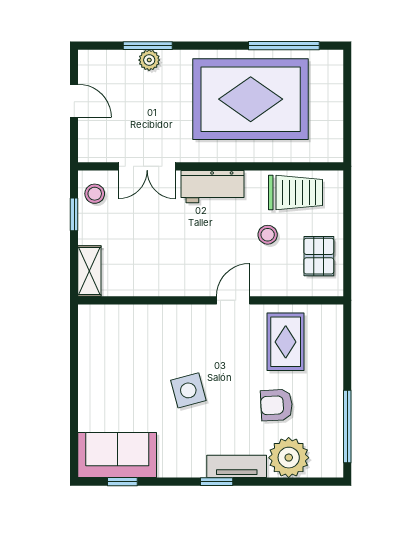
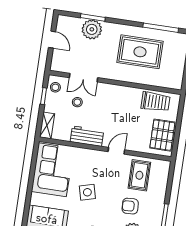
plant: (149, 60) -> (92, 29), width x1.87, depth x1.87
rug: (251, 99) -> (140, 52), width x0.73, depth x0.69
workbench: (212, 187) -> (87, 136), moved, turned 180
stool: (268, 235) -> (77, 102), moved
pallet: (319, 256) -> (162, 135), width x1.50, depth x1.42
corner sofa: (113, 357) -> (52, 170), added

